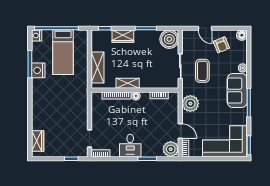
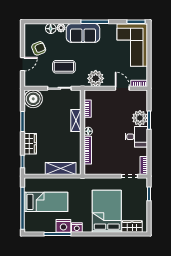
floor lamp: (242, 35) -> (51, 29), moved
nightstand: (37, 36) -> (77, 228), moved
shelving: (128, 83) -> (76, 121), moved
bed: (53, 115) -> (107, 211), added
door: (180, 131) -> (122, 88), hinge flipped
plant: (171, 149) -> (140, 118), moved

